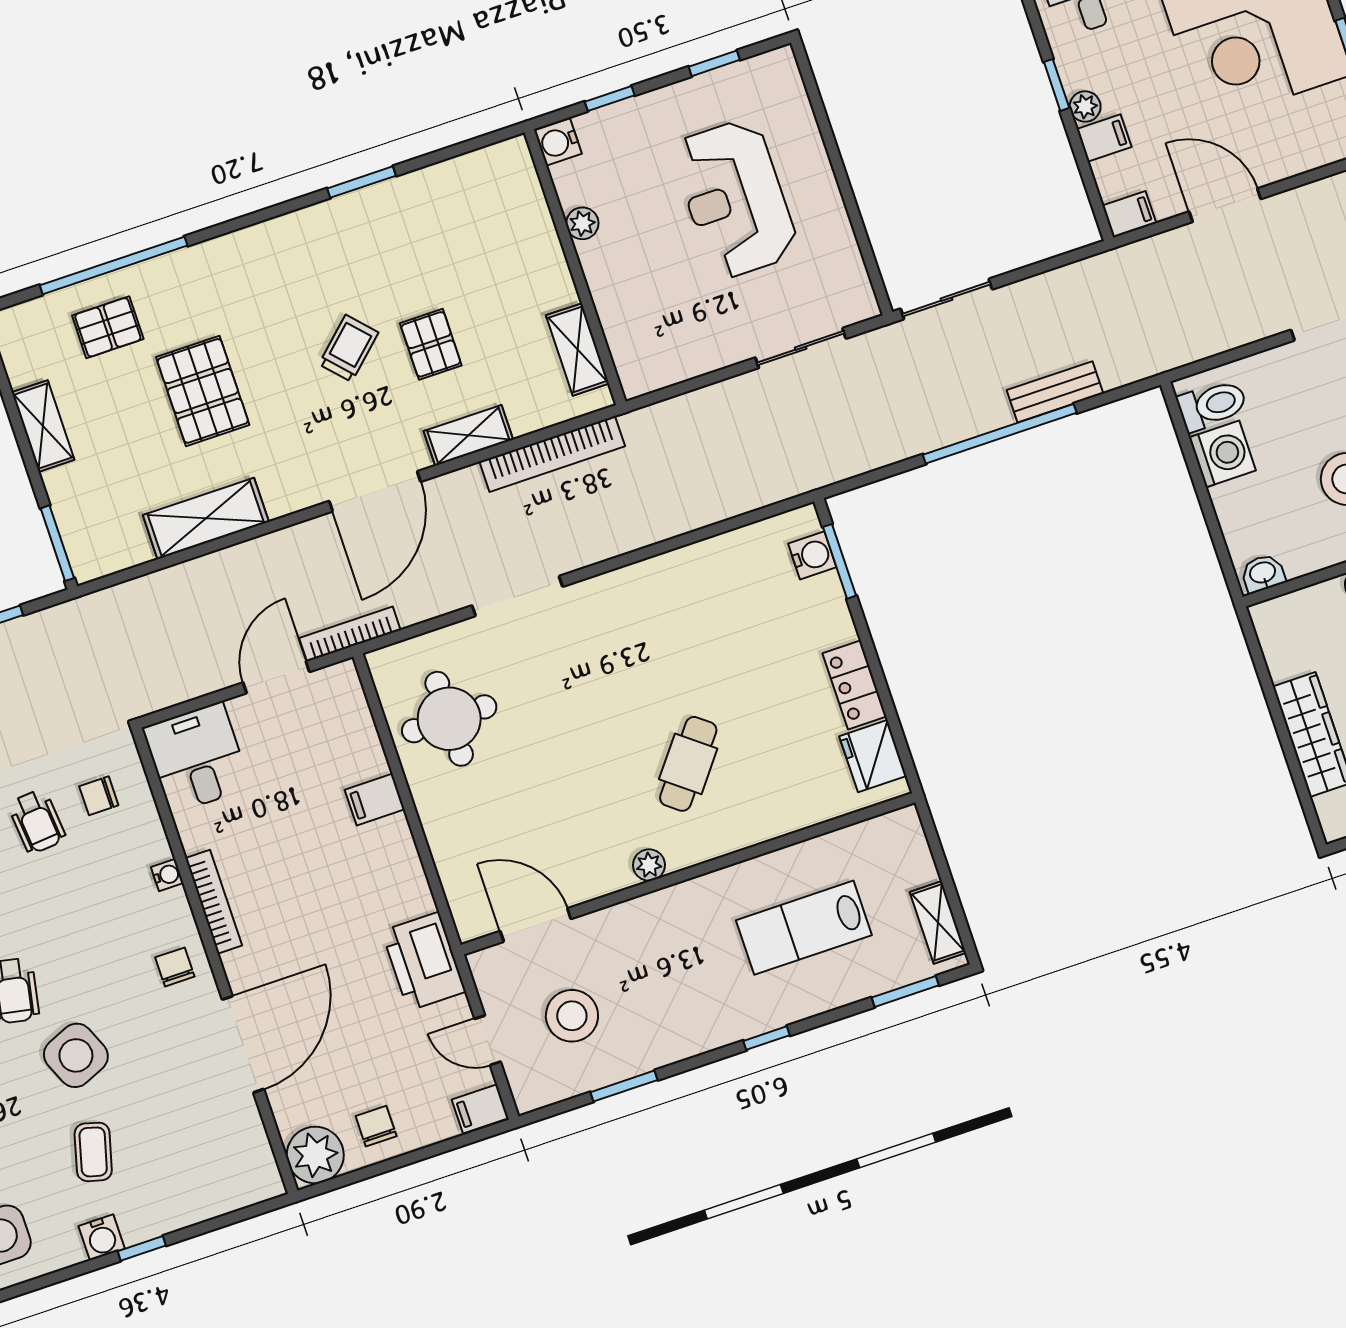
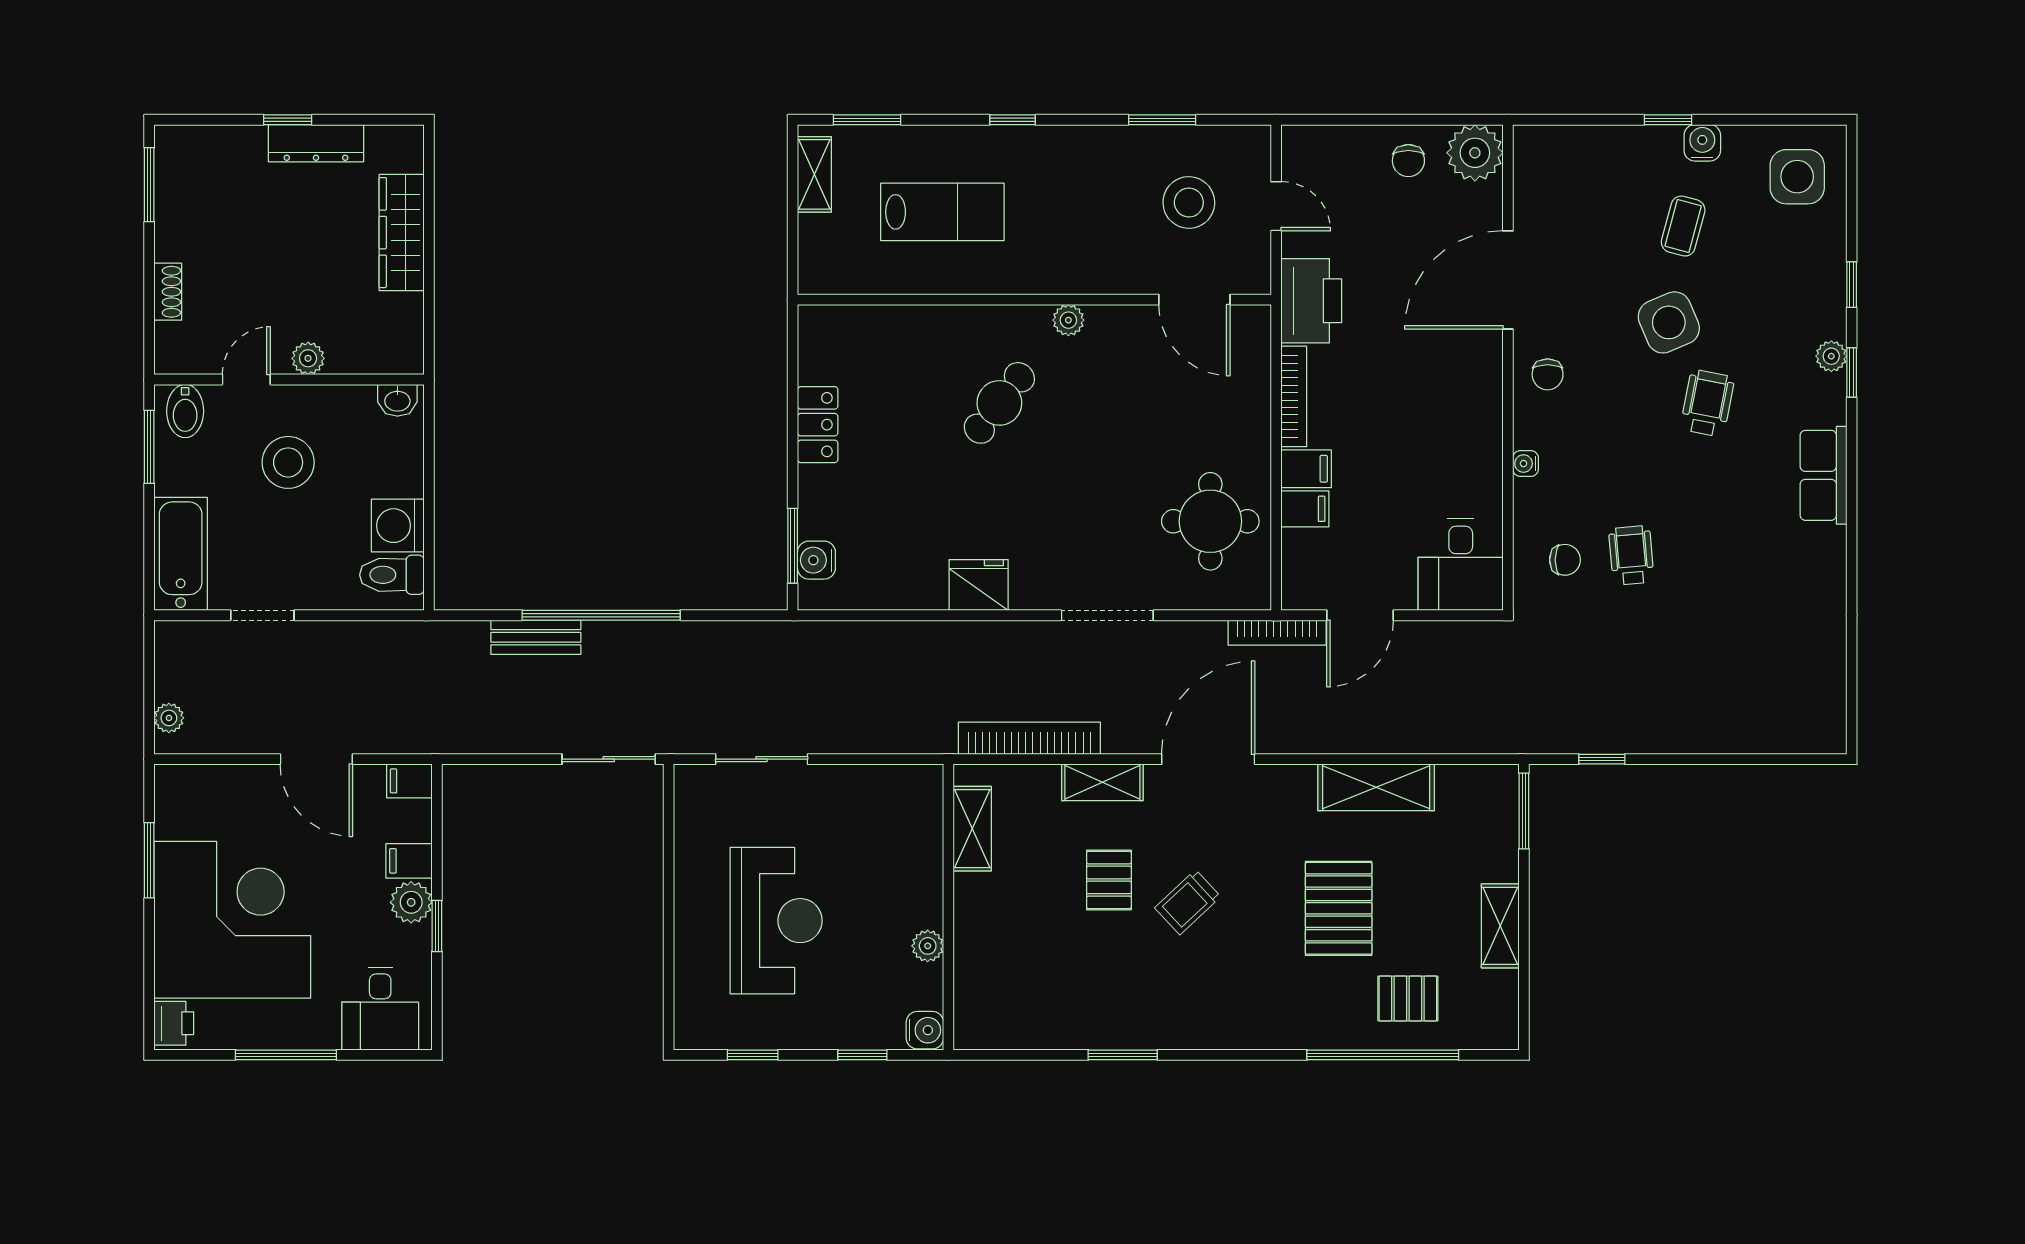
plant: (1085, 106) -> (411, 902), width x1.38, depth x1.38
fridge: (873, 756) -> (979, 585), moved, turned -90
bookcase: (214, 902) -> (1294, 396), moved, turned 180
filing cabinet: (480, 1109) -> (1305, 509), moved

